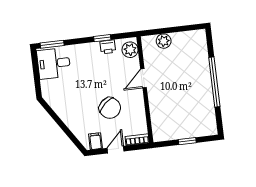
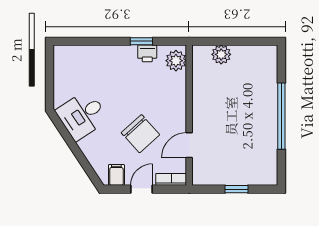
window: (52, 44) -> (75, 41), removed
desk: (54, 63) -> (82, 115), moved, turned -33
door: (144, 78) -> (189, 145), moved

